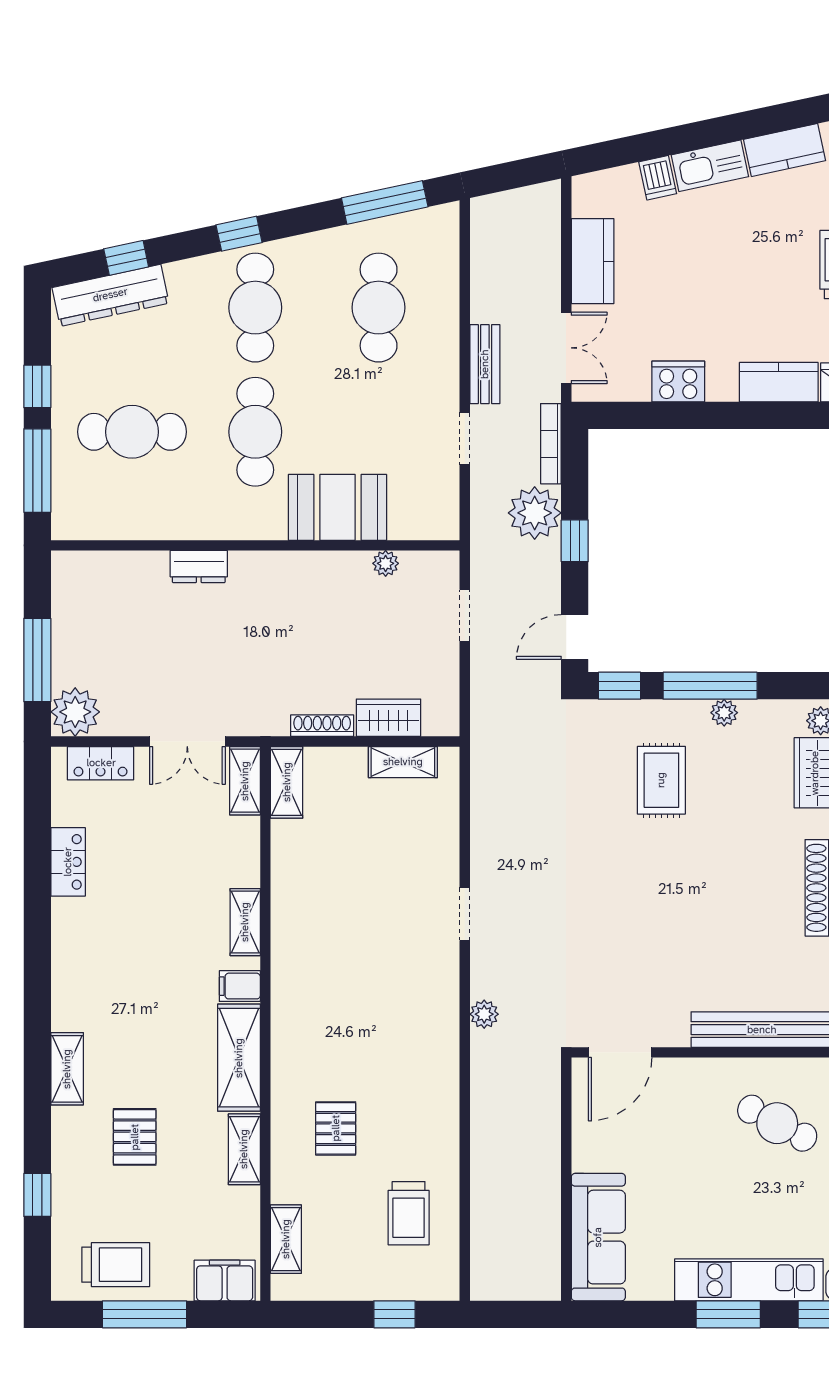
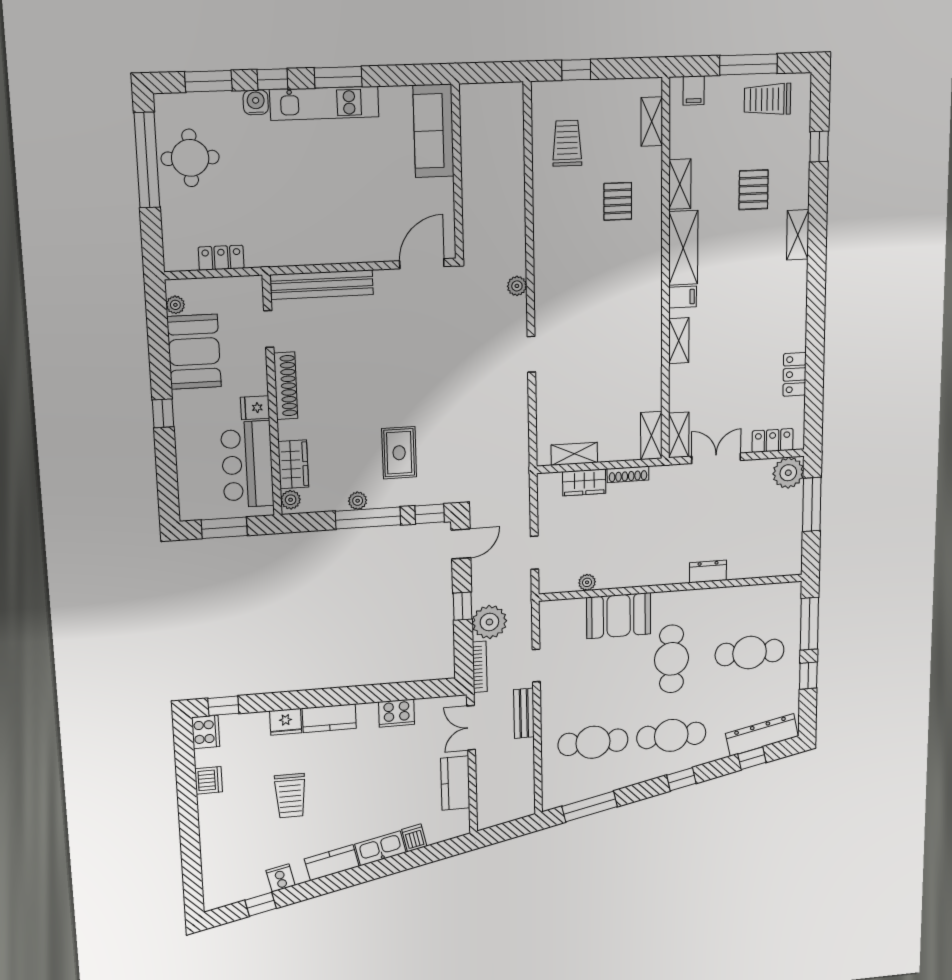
cafe table: (255, 308) -> (671, 735), turned 90
cafe table: (379, 308) -> (593, 742), turned 90
cafe table: (777, 1123) -> (309, 218), removed
filing cabinet: (225, 1280) -> (694, 90), width x0.50

